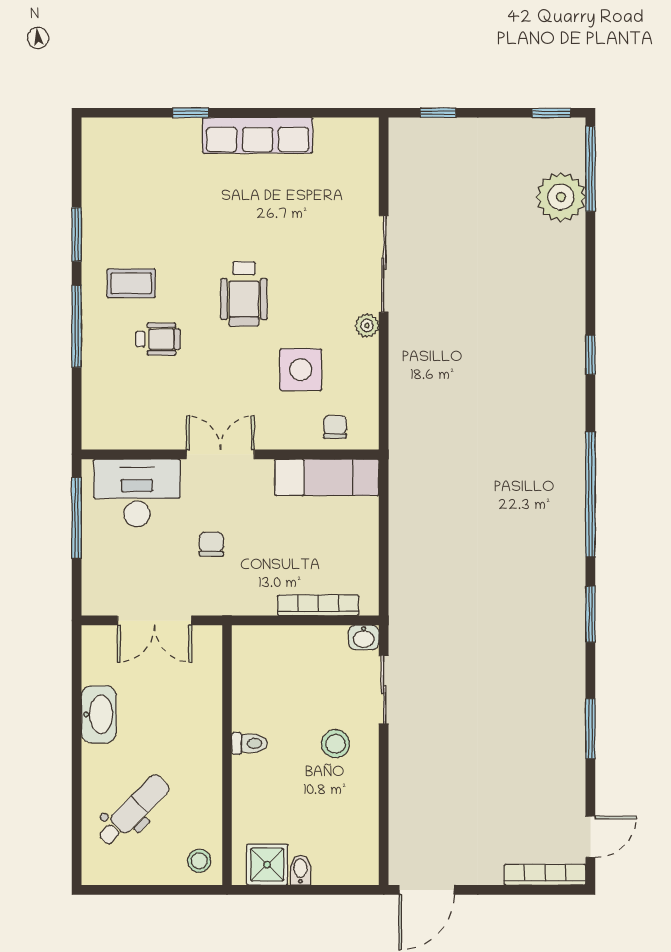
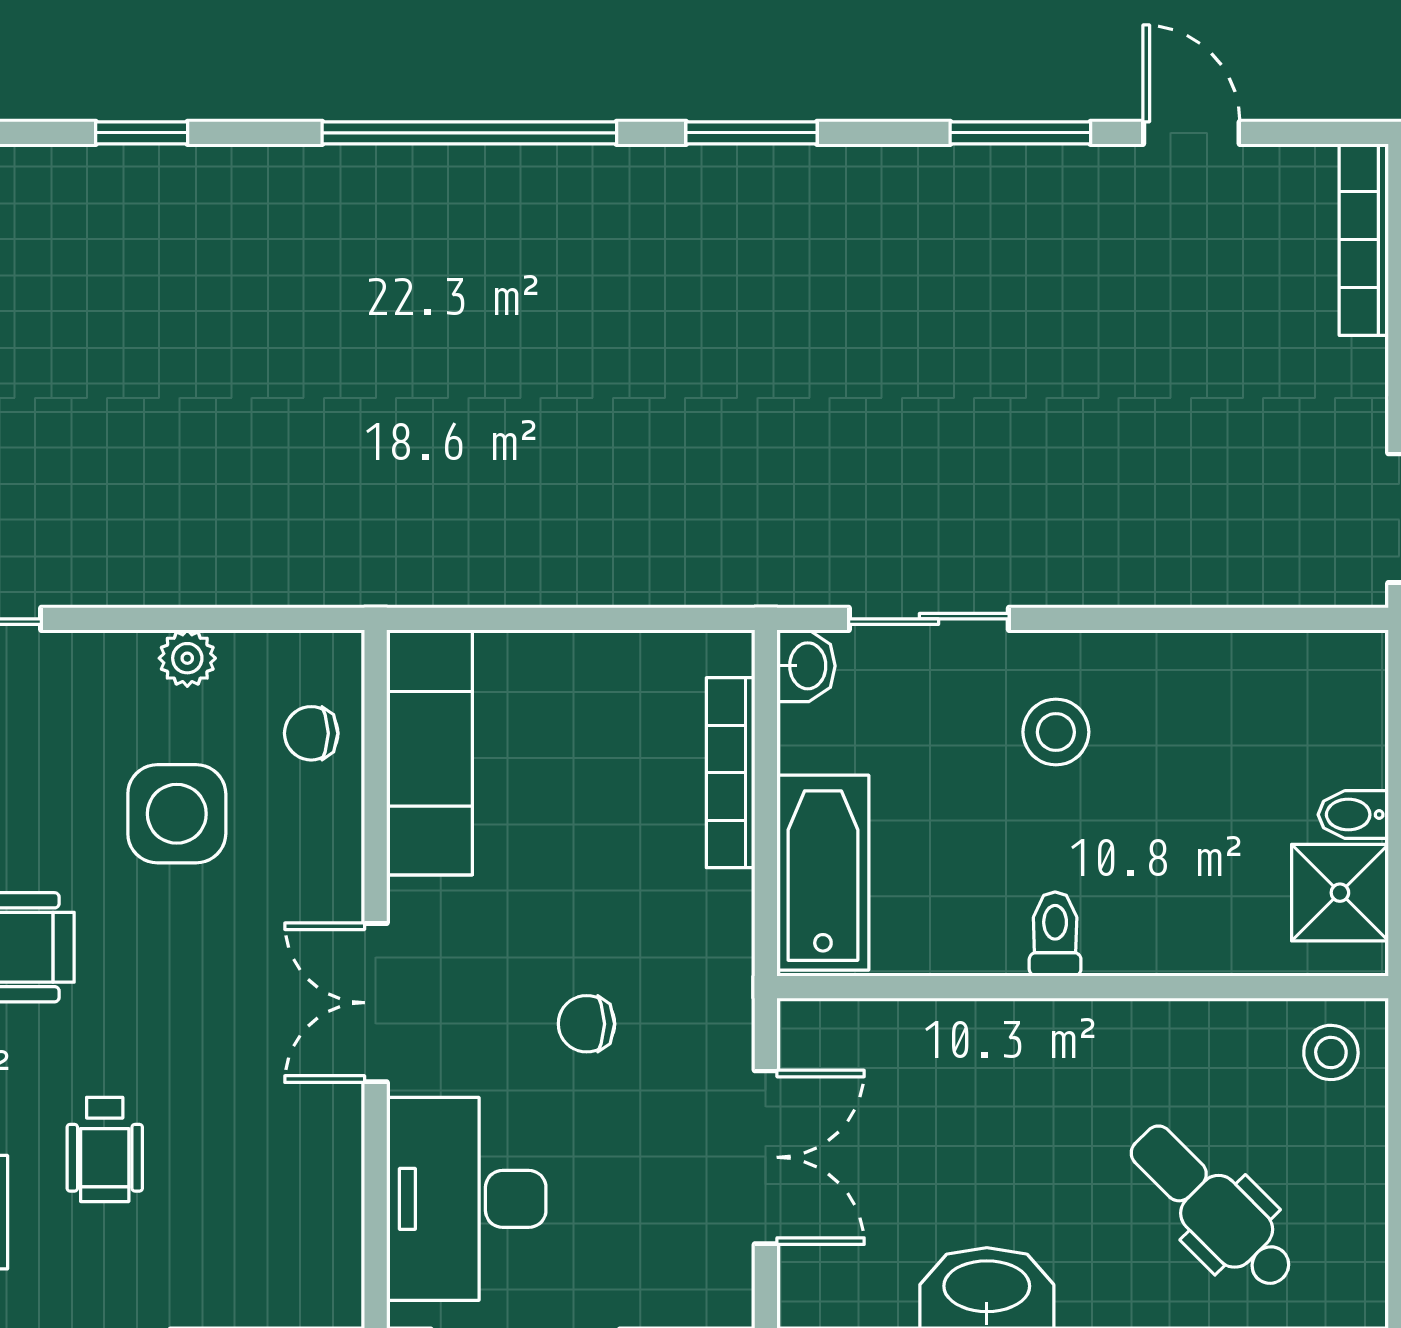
plant: (367, 326) -> (187, 658), moved
wheelchair: (158, 339) -> (105, 1149), turned 180
bathtub: (276, 645) -> (823, 873), added
door: (590, 837) -> (1191, 133), moved

